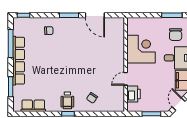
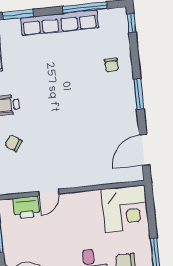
door: (95, 15) -> (144, 150), moved
corner desk: (141, 49) -> (125, 209), moved
door: (126, 79) -> (49, 192), swing flipped

